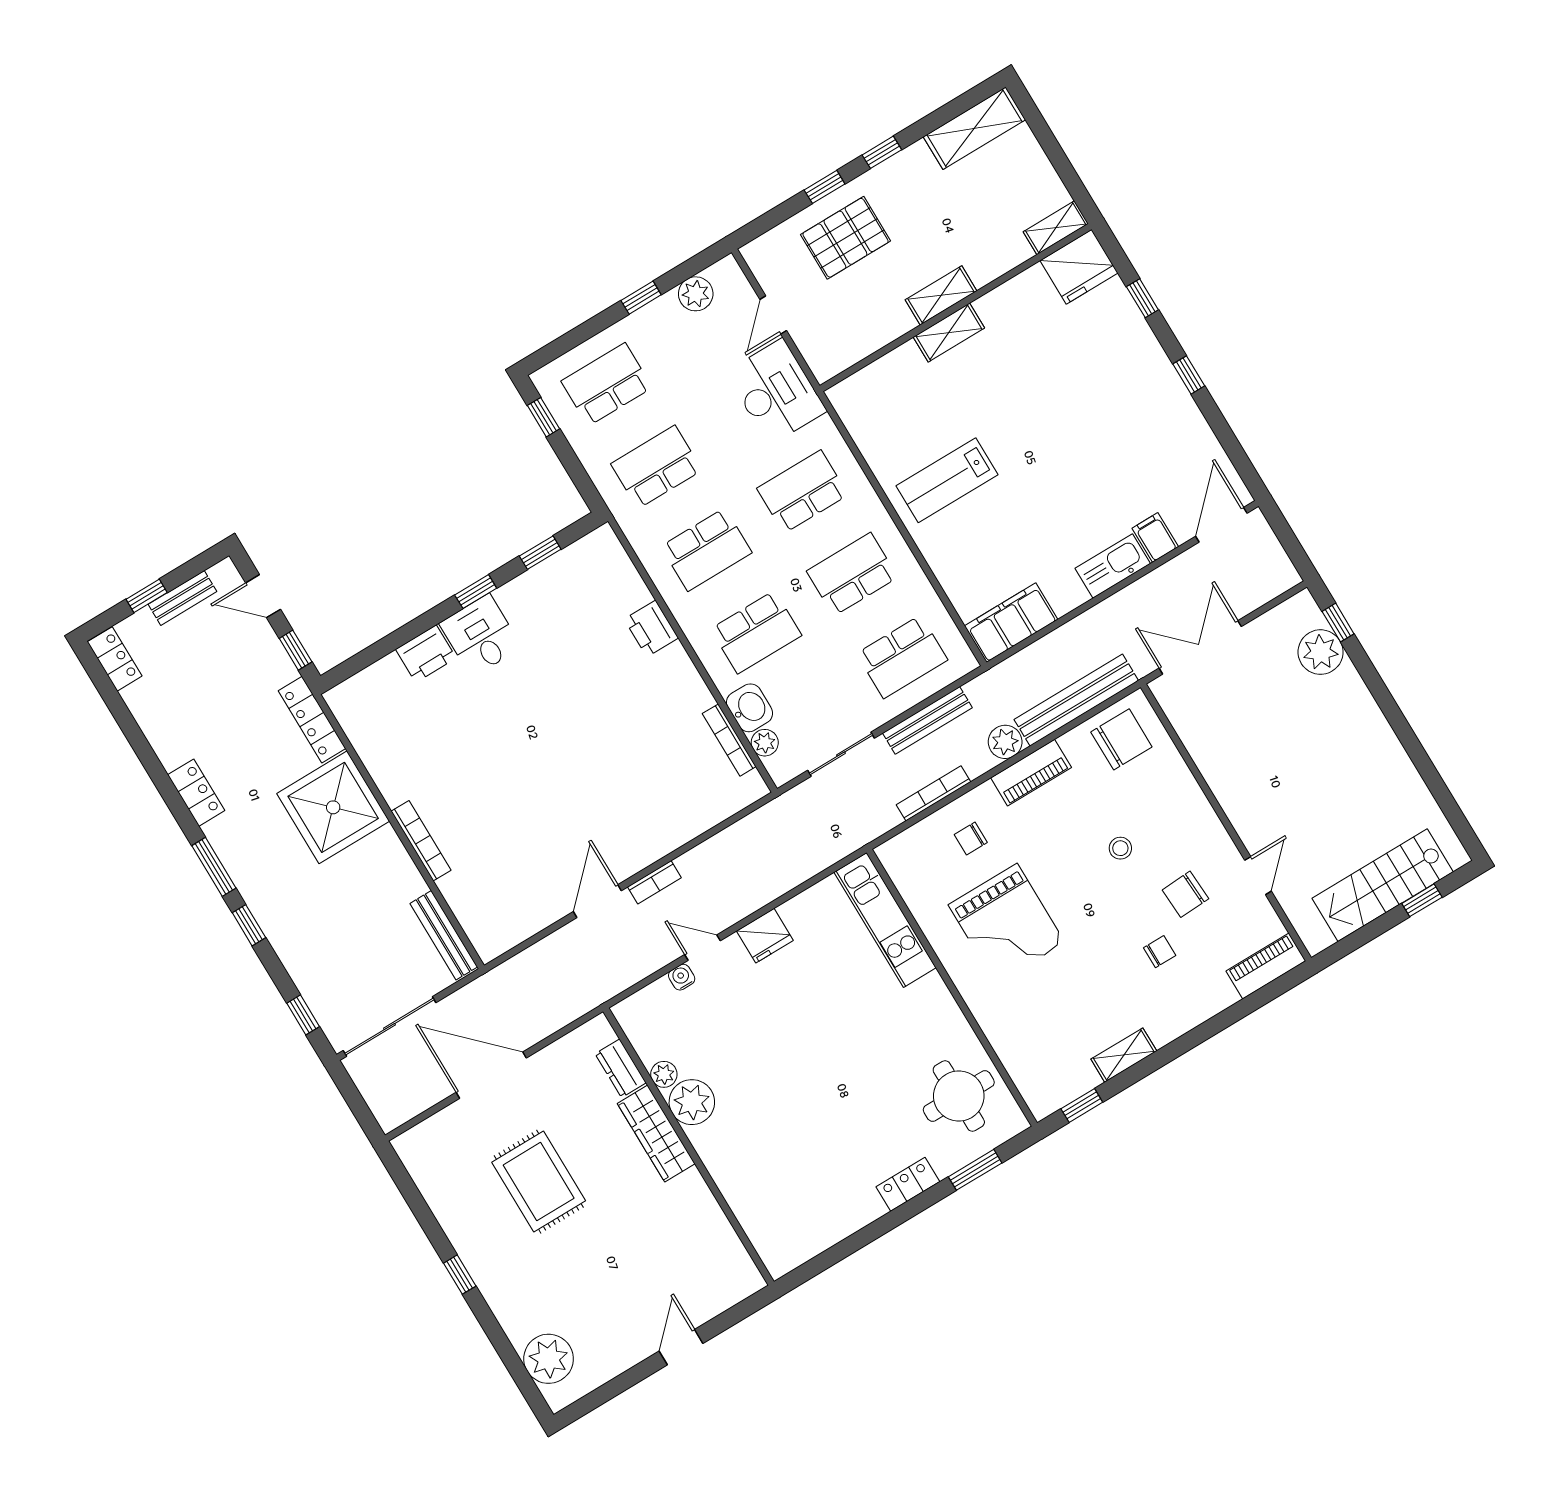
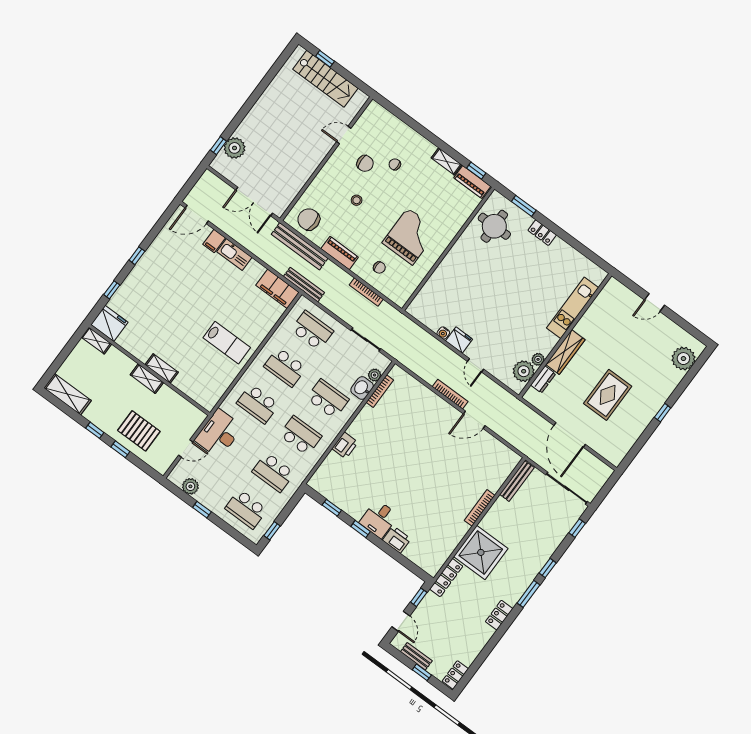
bench: (927, 720) -> (304, 285), moved
plant: (1005, 742) -> (331, 270), removed
bookcase: (654, 882) -> (450, 394), width x1.56
kitchen unit: (885, 920) -> (573, 308), moved, turned 180
piano: (1266, 966) -> (472, 182), moved
water cooler: (682, 977) -> (443, 333), moved
plant: (692, 1102) -> (524, 371), moved

